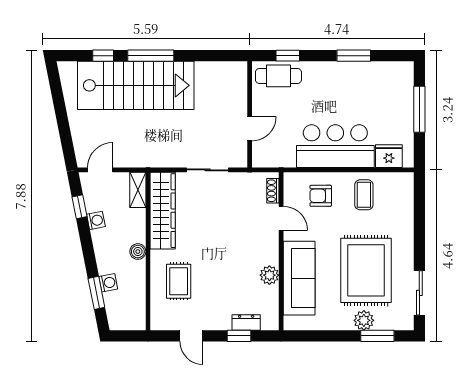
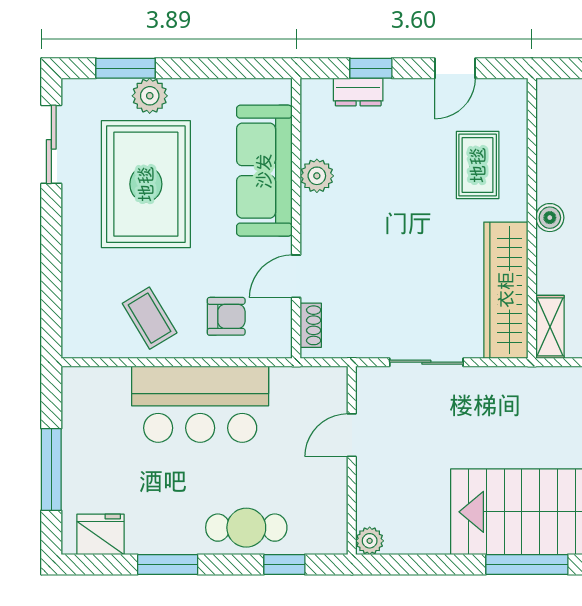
plant: (240, 69) -> (370, 541), added
cafe table: (278, 76) -> (246, 528), moved
fridge: (389, 156) -> (101, 534), moved, turned 180
coffee table: (364, 195) -> (150, 318), turned -31
door: (281, 218) -> (296, 276), hinge flipped
door: (191, 336) -> (455, 68), swing flipped

